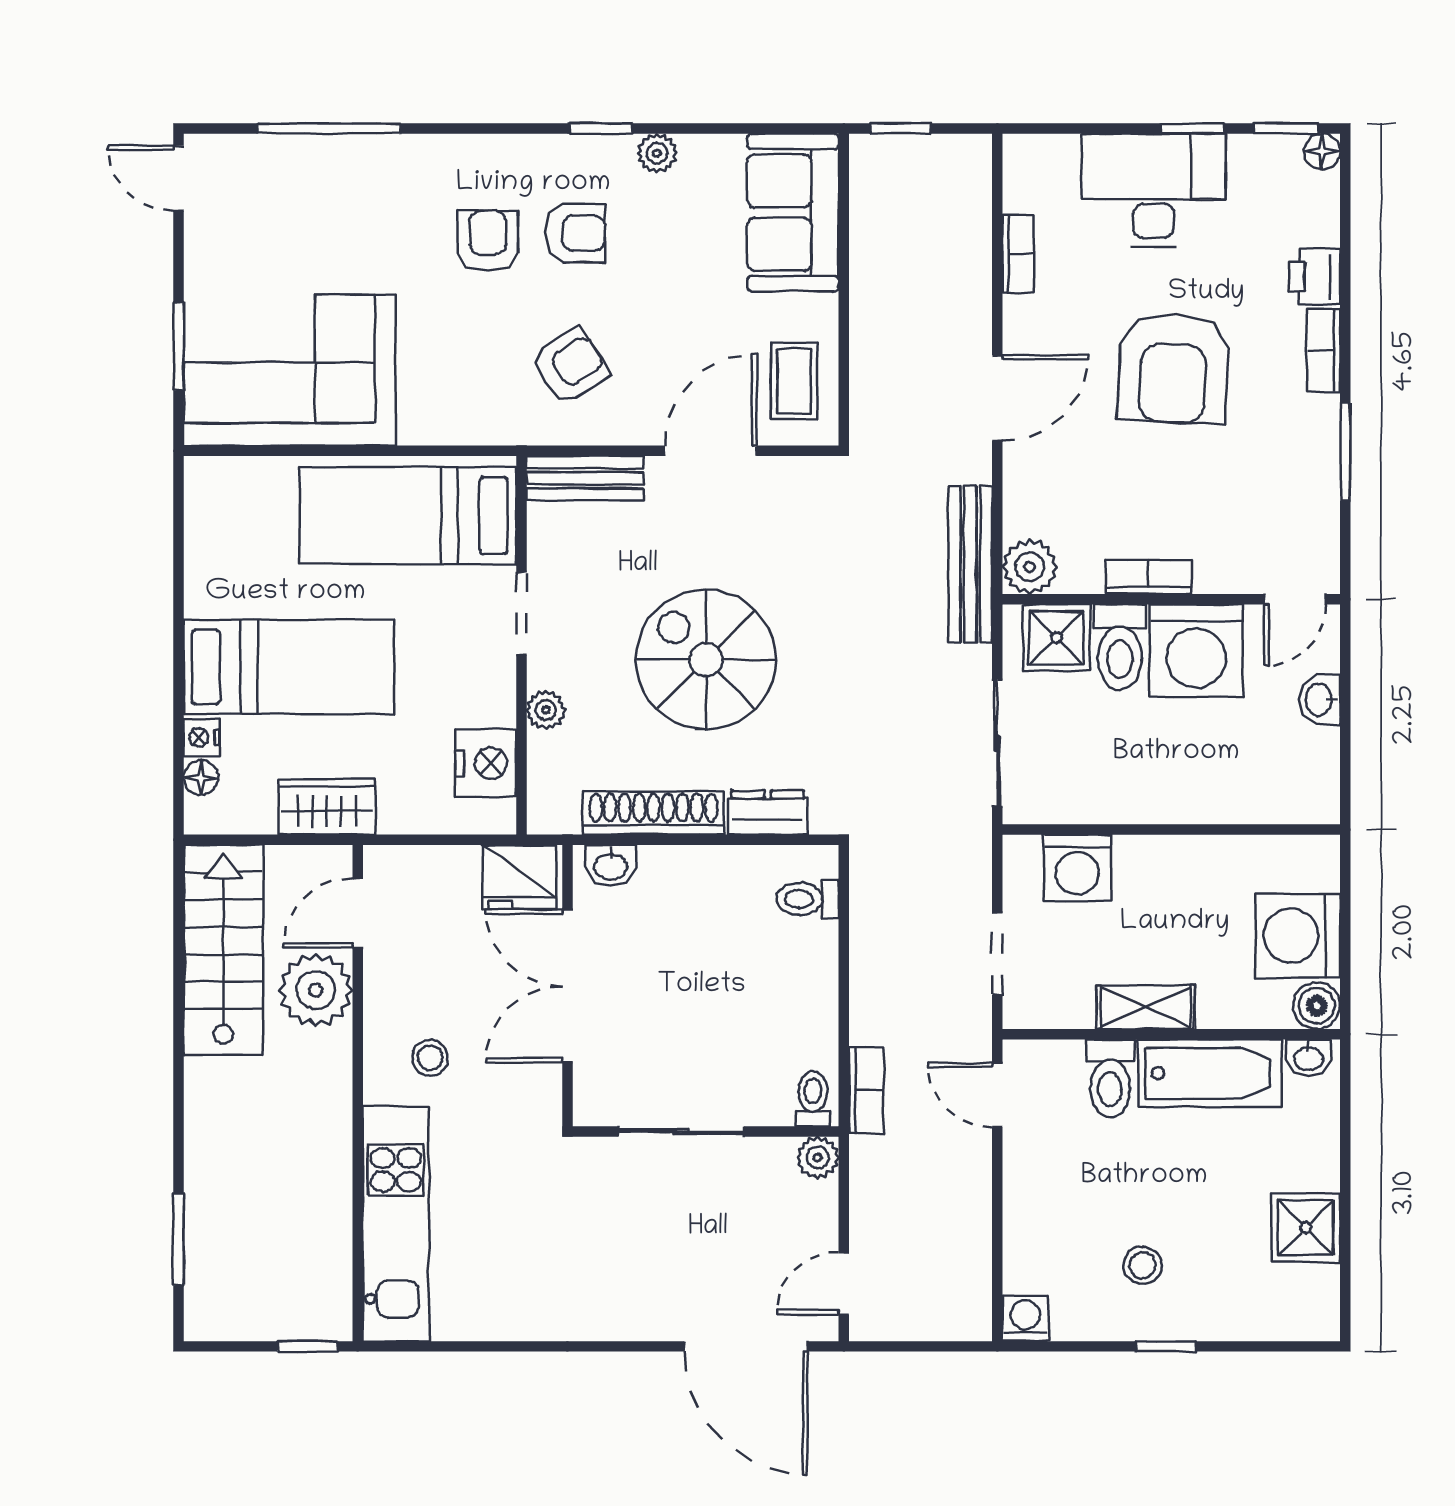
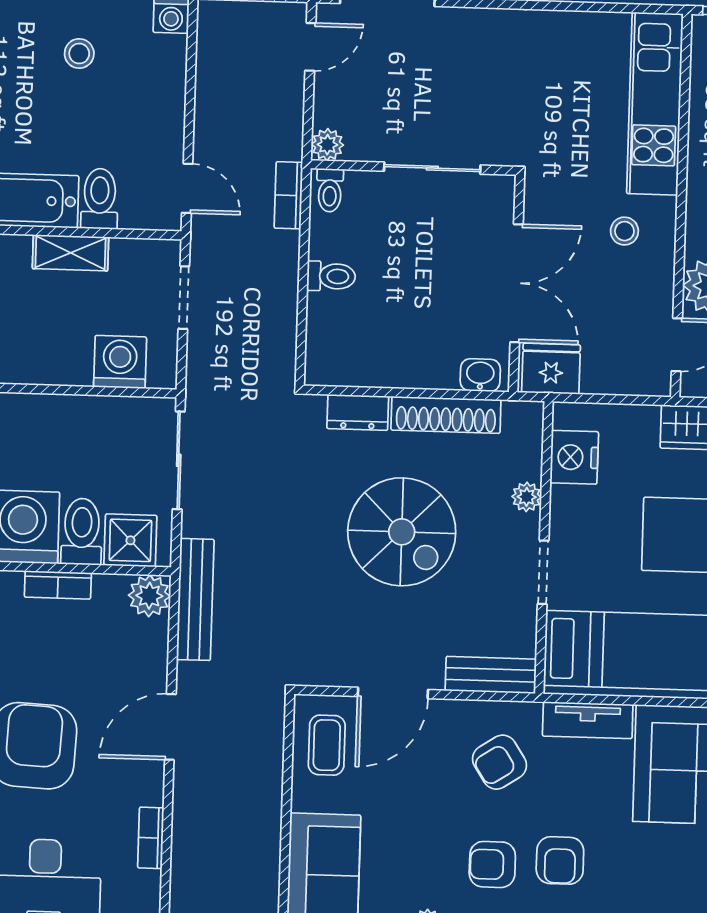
tv unit: (458, 424) -> (588, 720), added
toilet: (808, 899) -> (331, 276), moved

